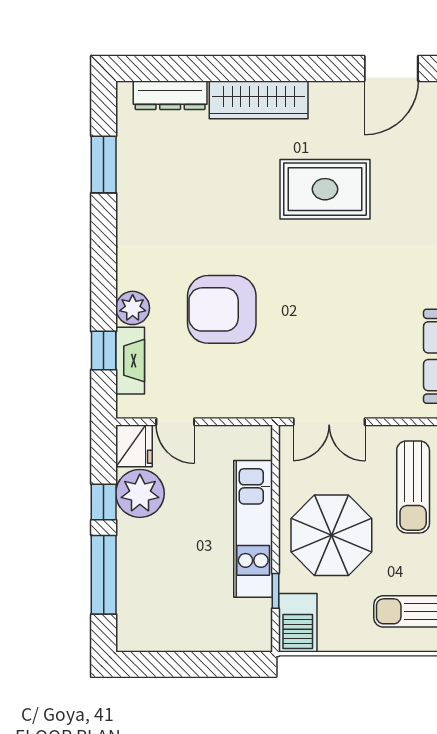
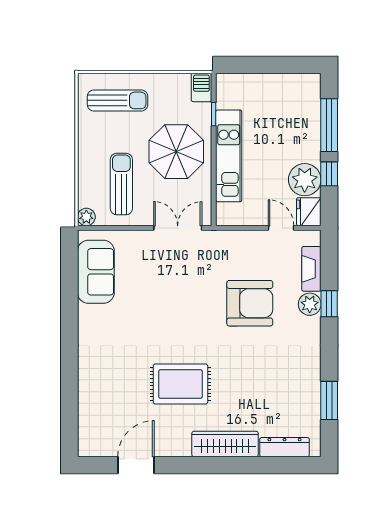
window: (104, 350) -> (329, 304), moved
barbecue: (298, 623) -> (201, 87), width x0.73, depth x0.79

